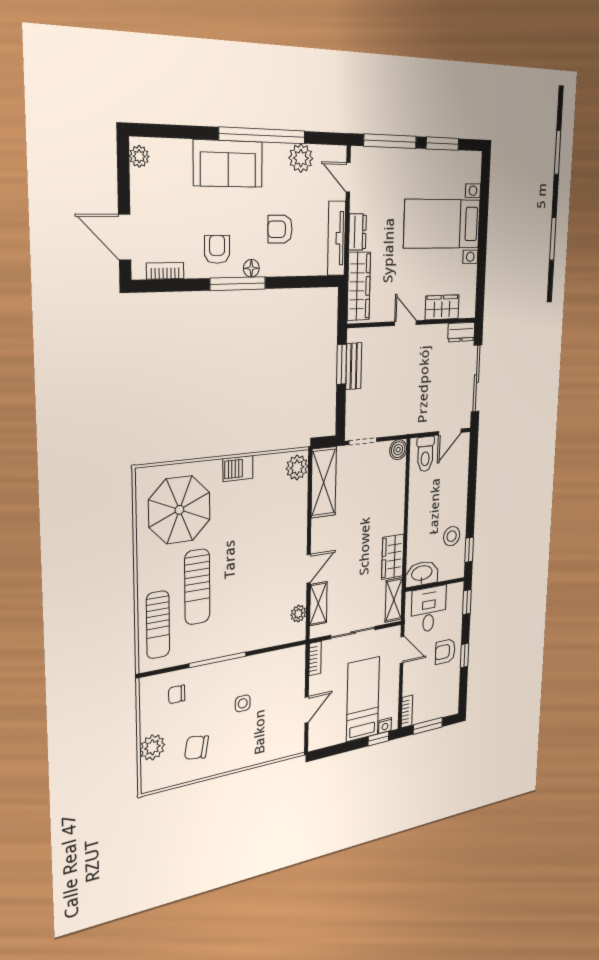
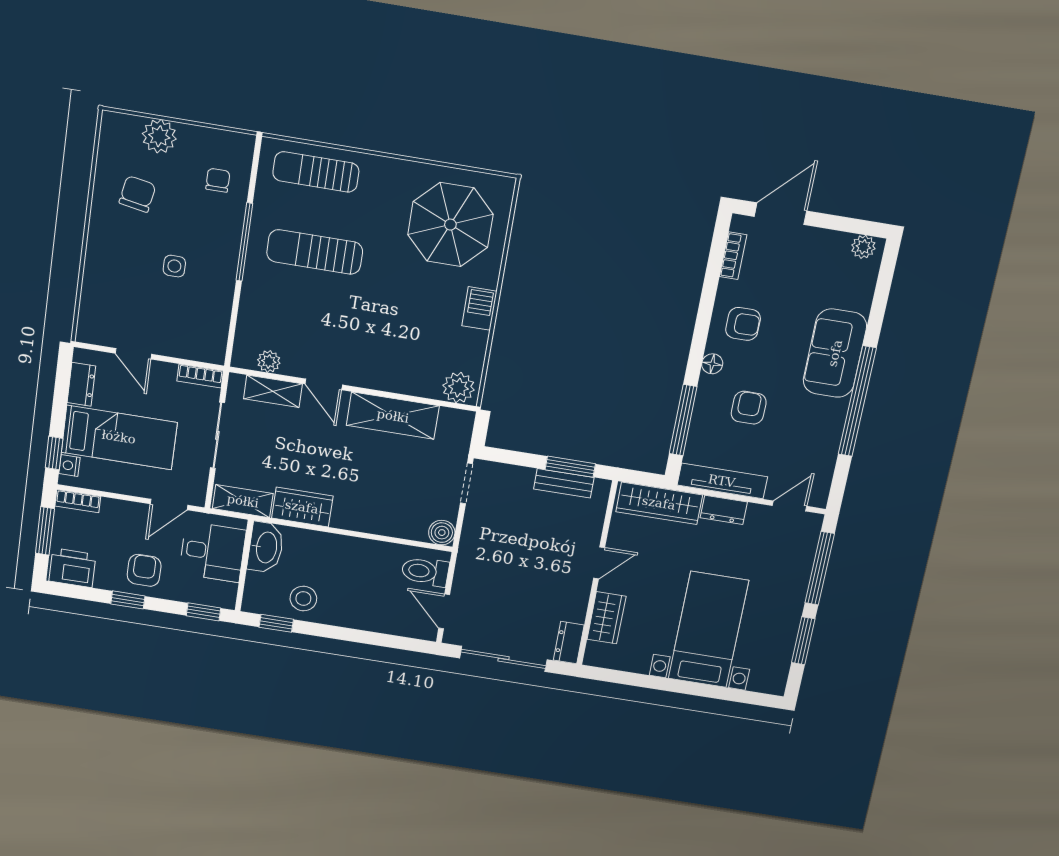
plant: (301, 158) -> (823, 447), removed
window: (238, 284) -> (683, 420), moved
shelving: (324, 482) -> (393, 416), moved
sun lounger: (197, 587) -> (315, 252), moved
printer: (449, 699) -> (72, 568), added
dresser: (332, 737) -> (81, 384), added

